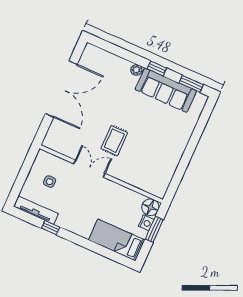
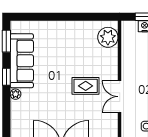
plant: (151, 183) -> (108, 37), added
floor lamp: (150, 207) -> (129, 29), removed

